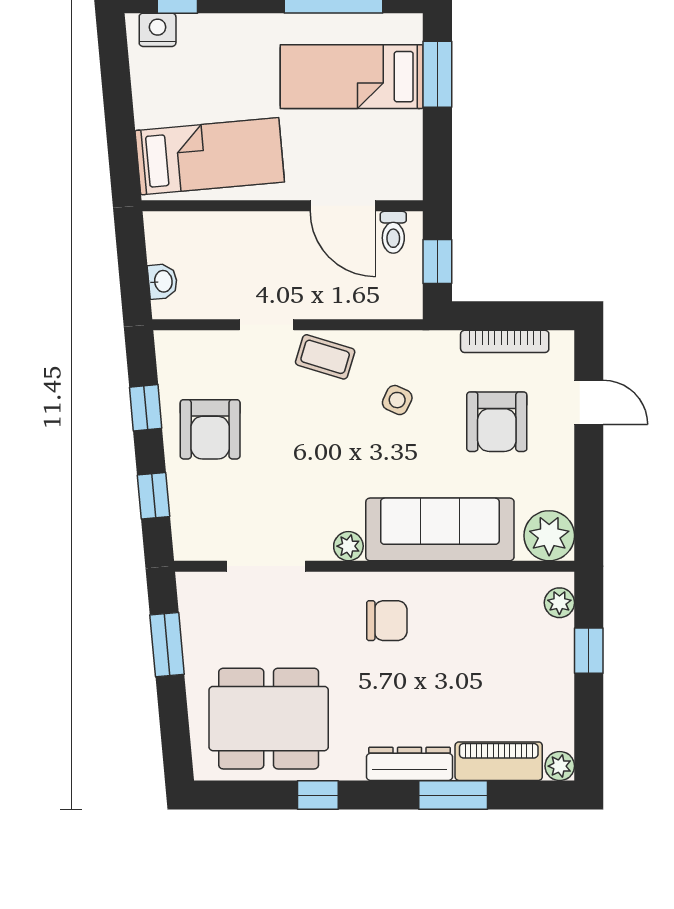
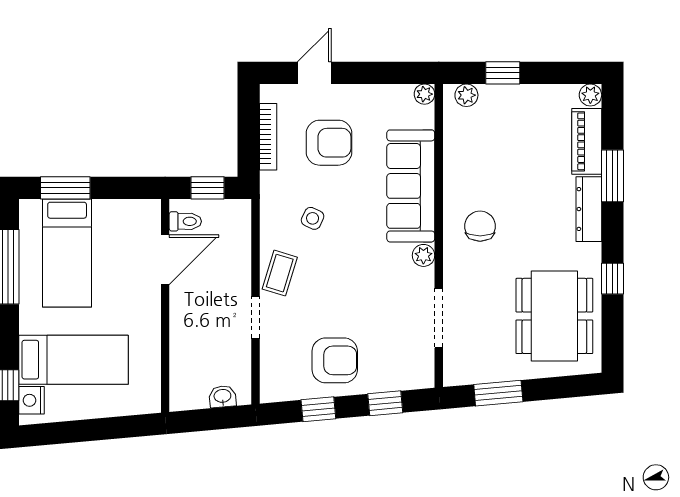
bed: (210, 156) -> (74, 360), moved, turned 95
plant: (549, 536) -> (424, 94), width x0.53, depth x0.53

